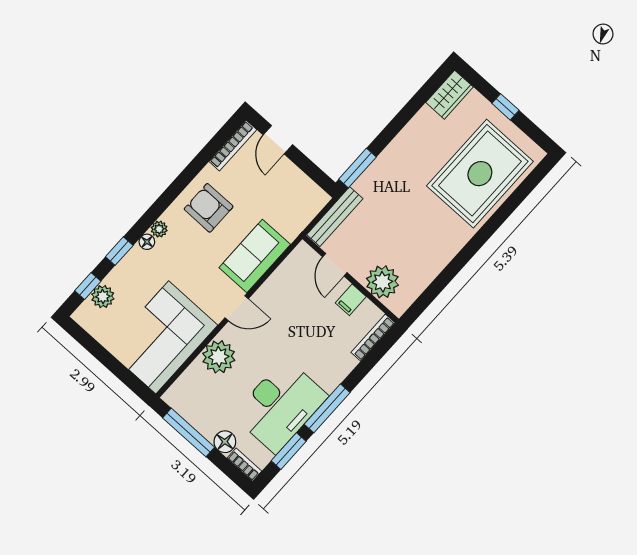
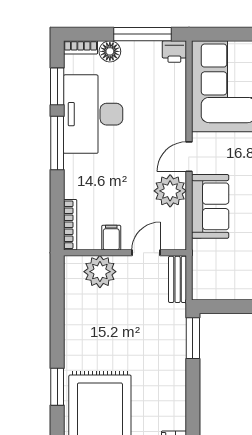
bench: (335, 217) -> (178, 279), width x0.73
window: (493, 224) -> (57, 387), added
door: (335, 265) -> (146, 253), hinge flipped
plant: (219, 357) -> (170, 191), moved
printer: (176, 398) -> (174, 52), added

